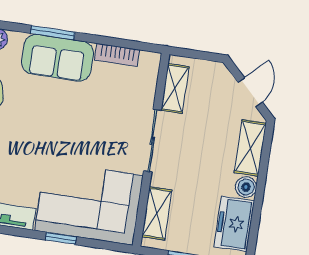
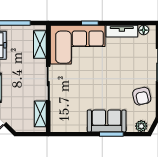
bookcase: (117, 55) -> (74, 127), removed

